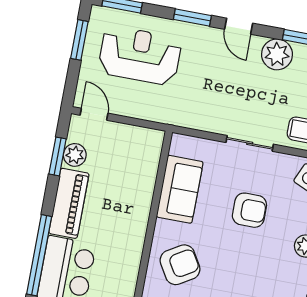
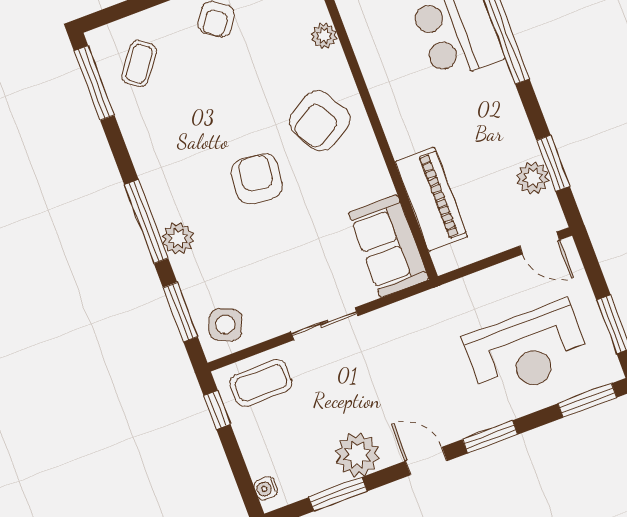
sofa: (180, 189) -> (389, 246), moved
piano: (69, 203) -> (431, 199), moved, turned 180
armchair: (249, 210) -> (257, 179), moved, turned 97

